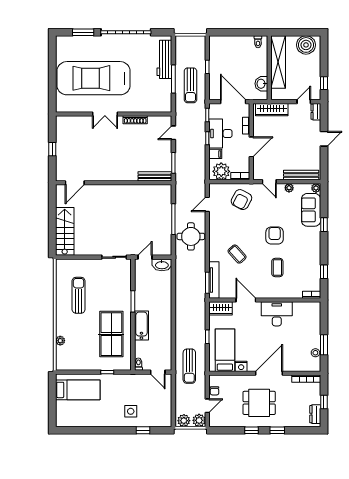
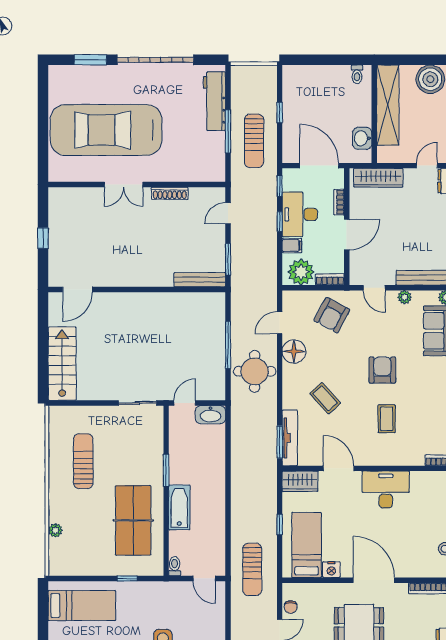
floor lamp: (217, 223) -> (294, 351), added
door: (269, 373) -> (374, 580), hinge flipped

